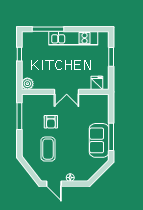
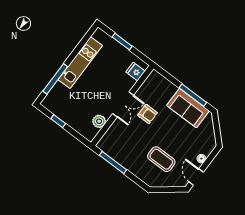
plant: (27, 84) -> (99, 121), moved
armchair: (51, 122) -> (148, 114), moved
door: (54, 184) -> (196, 177), swing flipped

